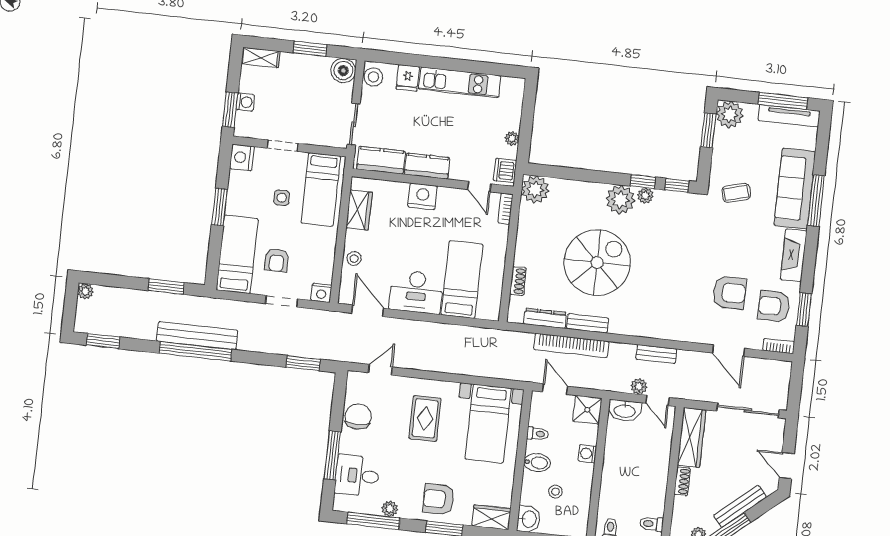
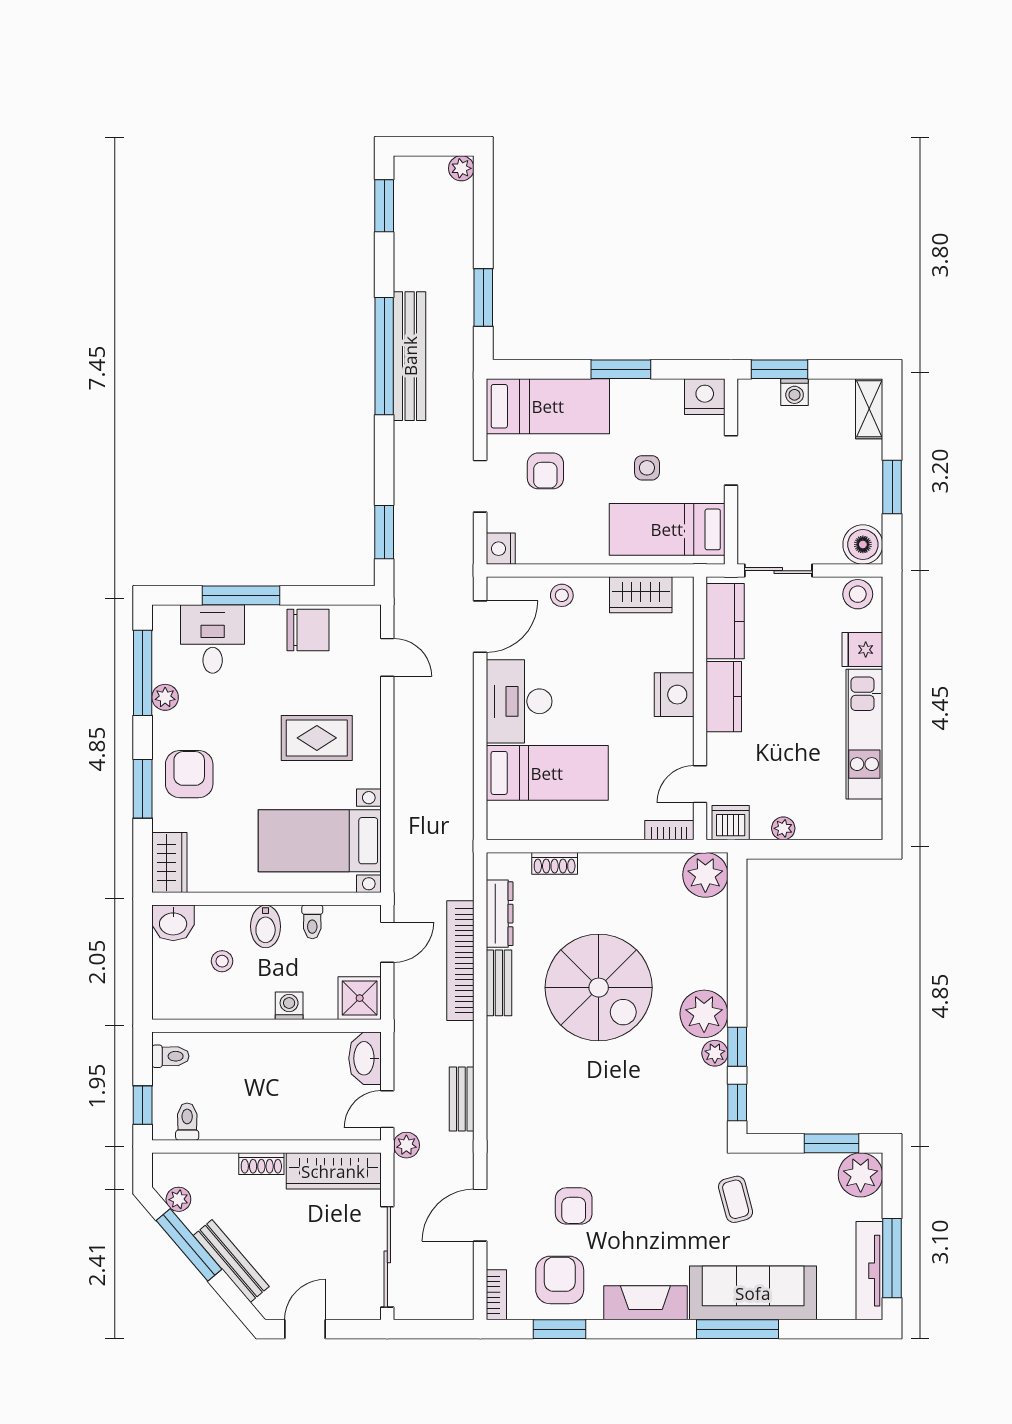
armchair: (277, 260) -> (545, 471), turned -90
armchair: (729, 293) -> (574, 1206), width x0.72, depth x0.72
plant: (639, 386) -> (406, 1145), moved

